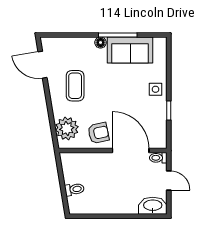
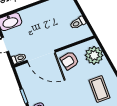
toilet: (74, 189) -> (78, 23), moved

